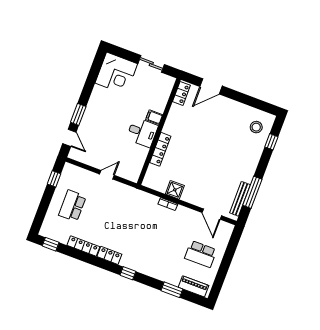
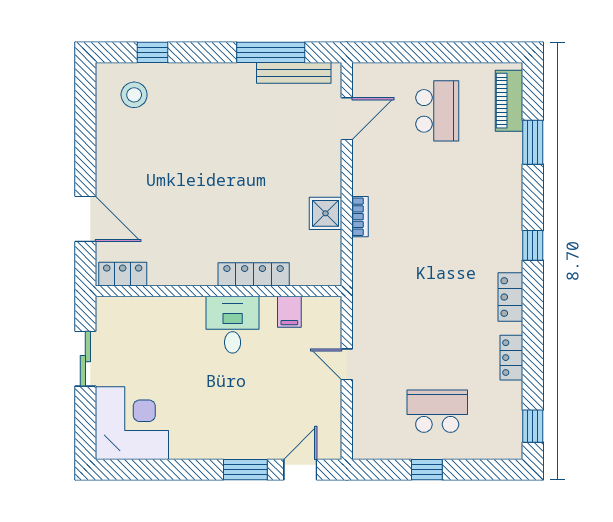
filing cabinet: (154, 117) -> (289, 312), moved
window: (54, 179) -> (427, 470), moved
school desk: (72, 206) -> (437, 411), turned 180
locker: (83, 246) -> (511, 358), width x0.66

